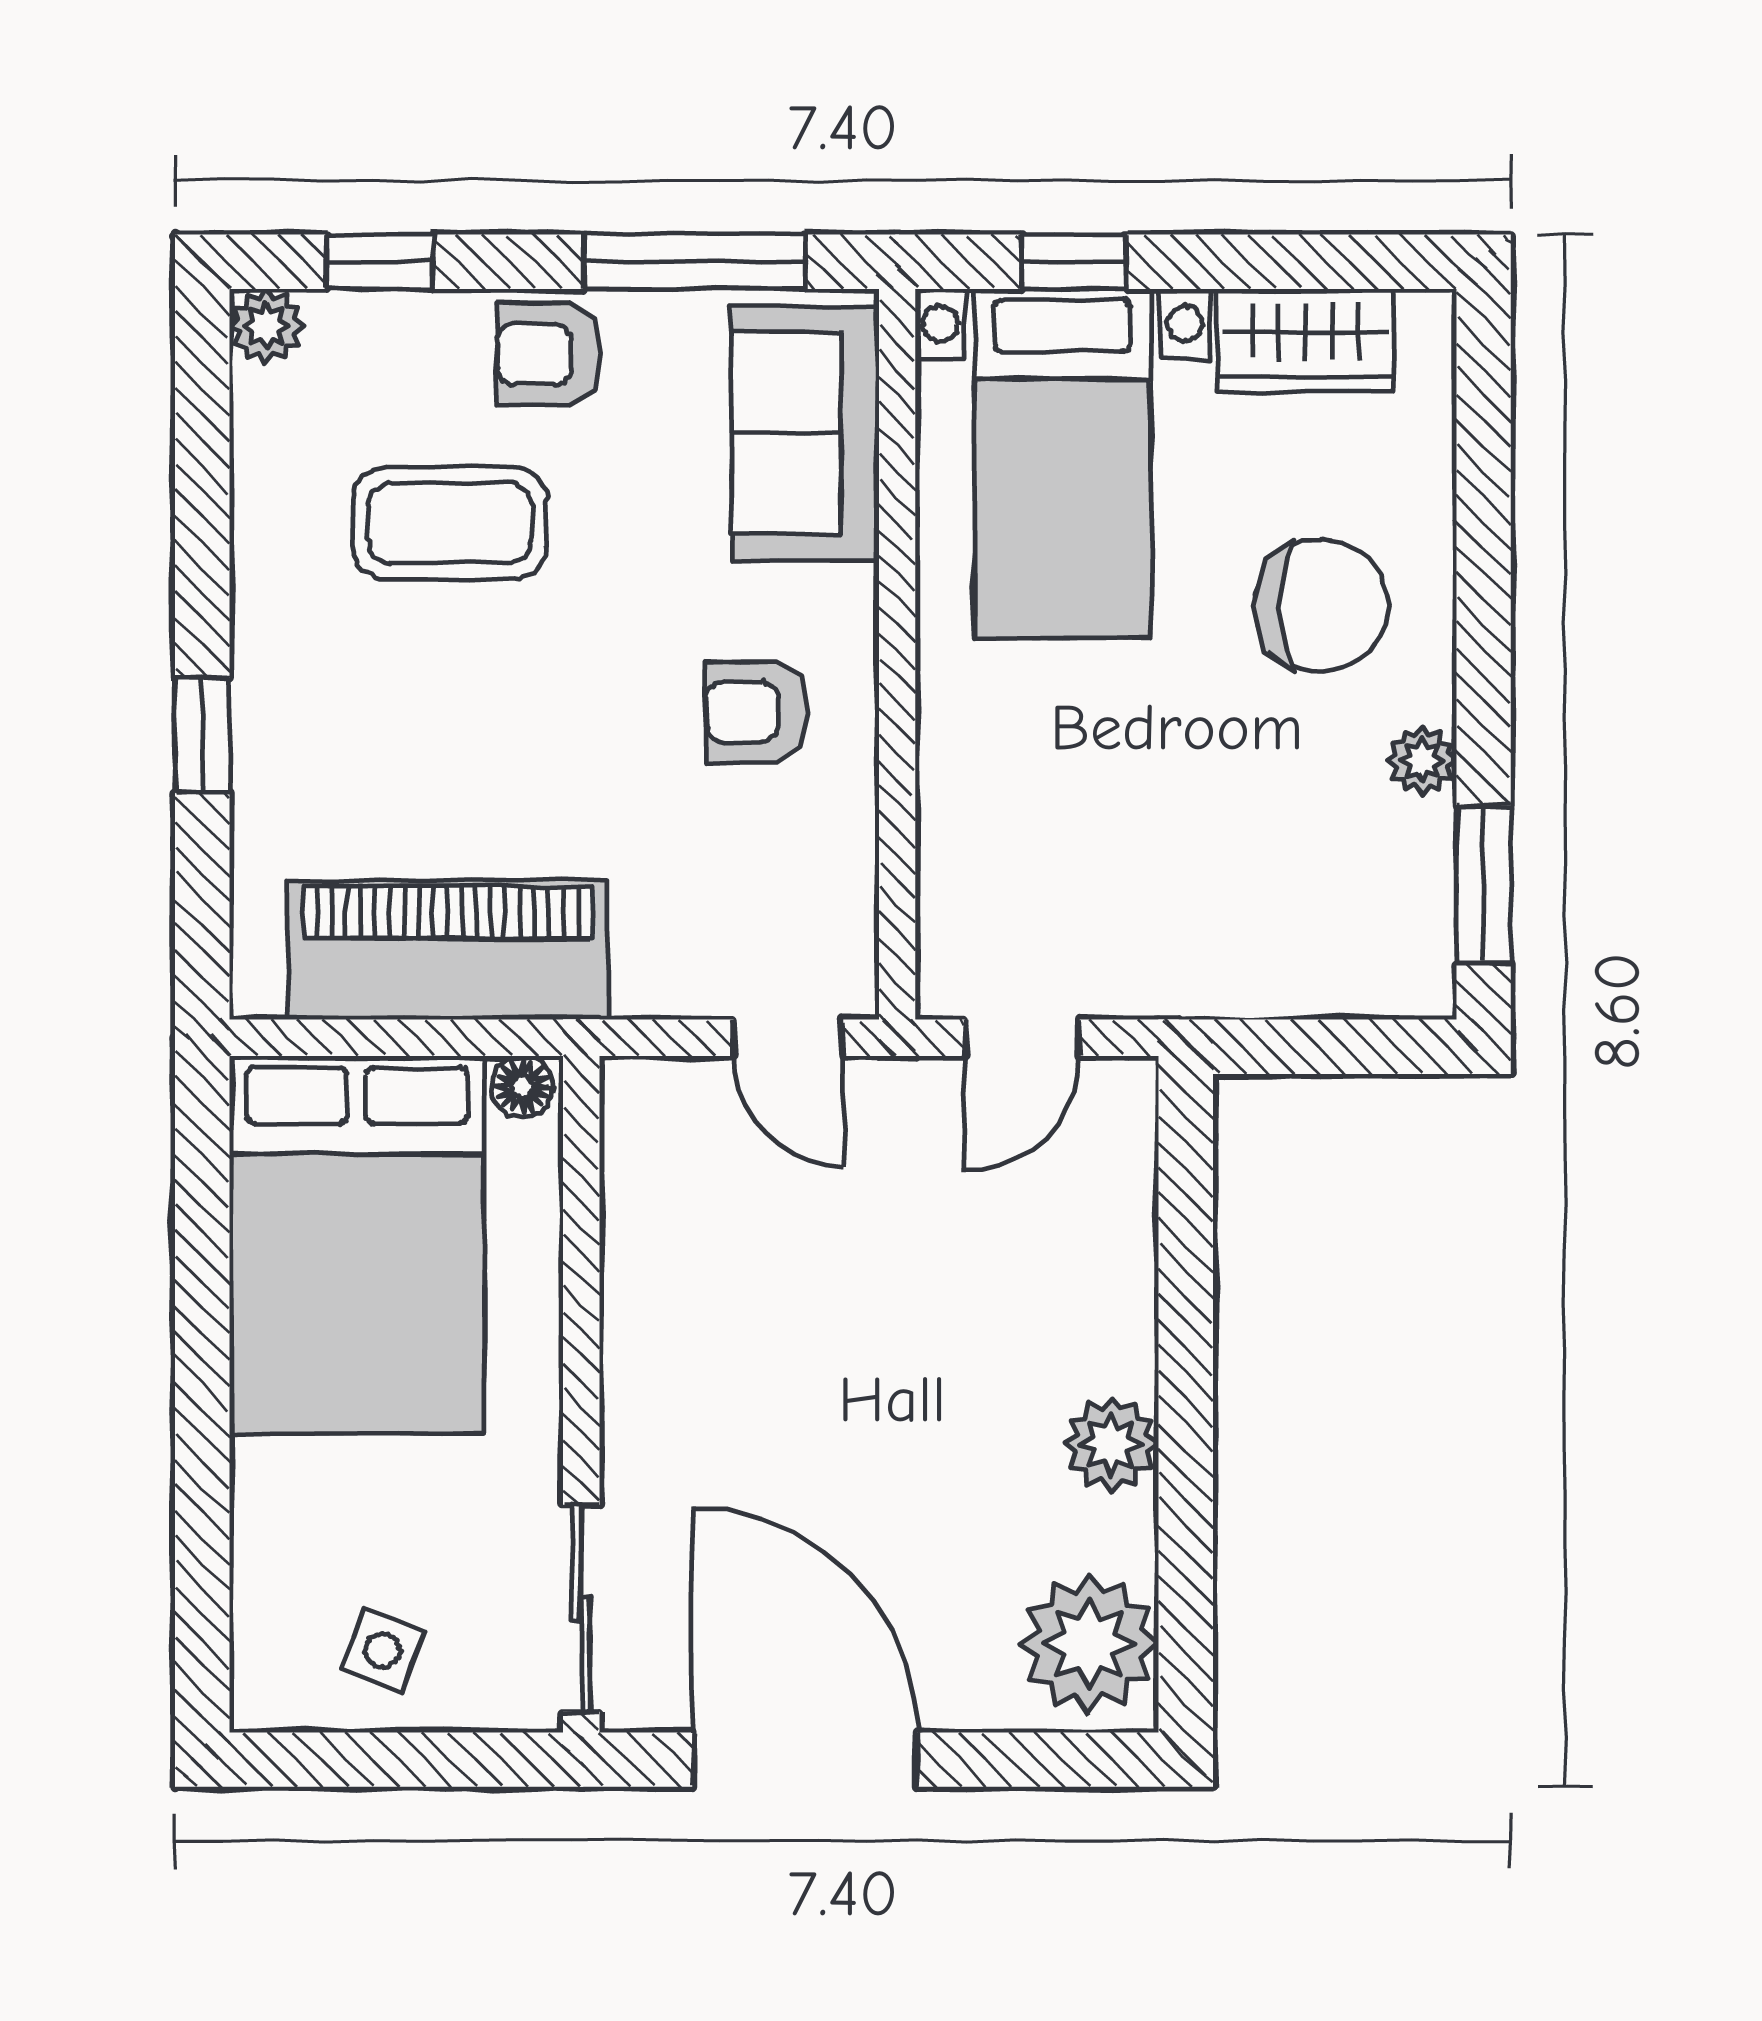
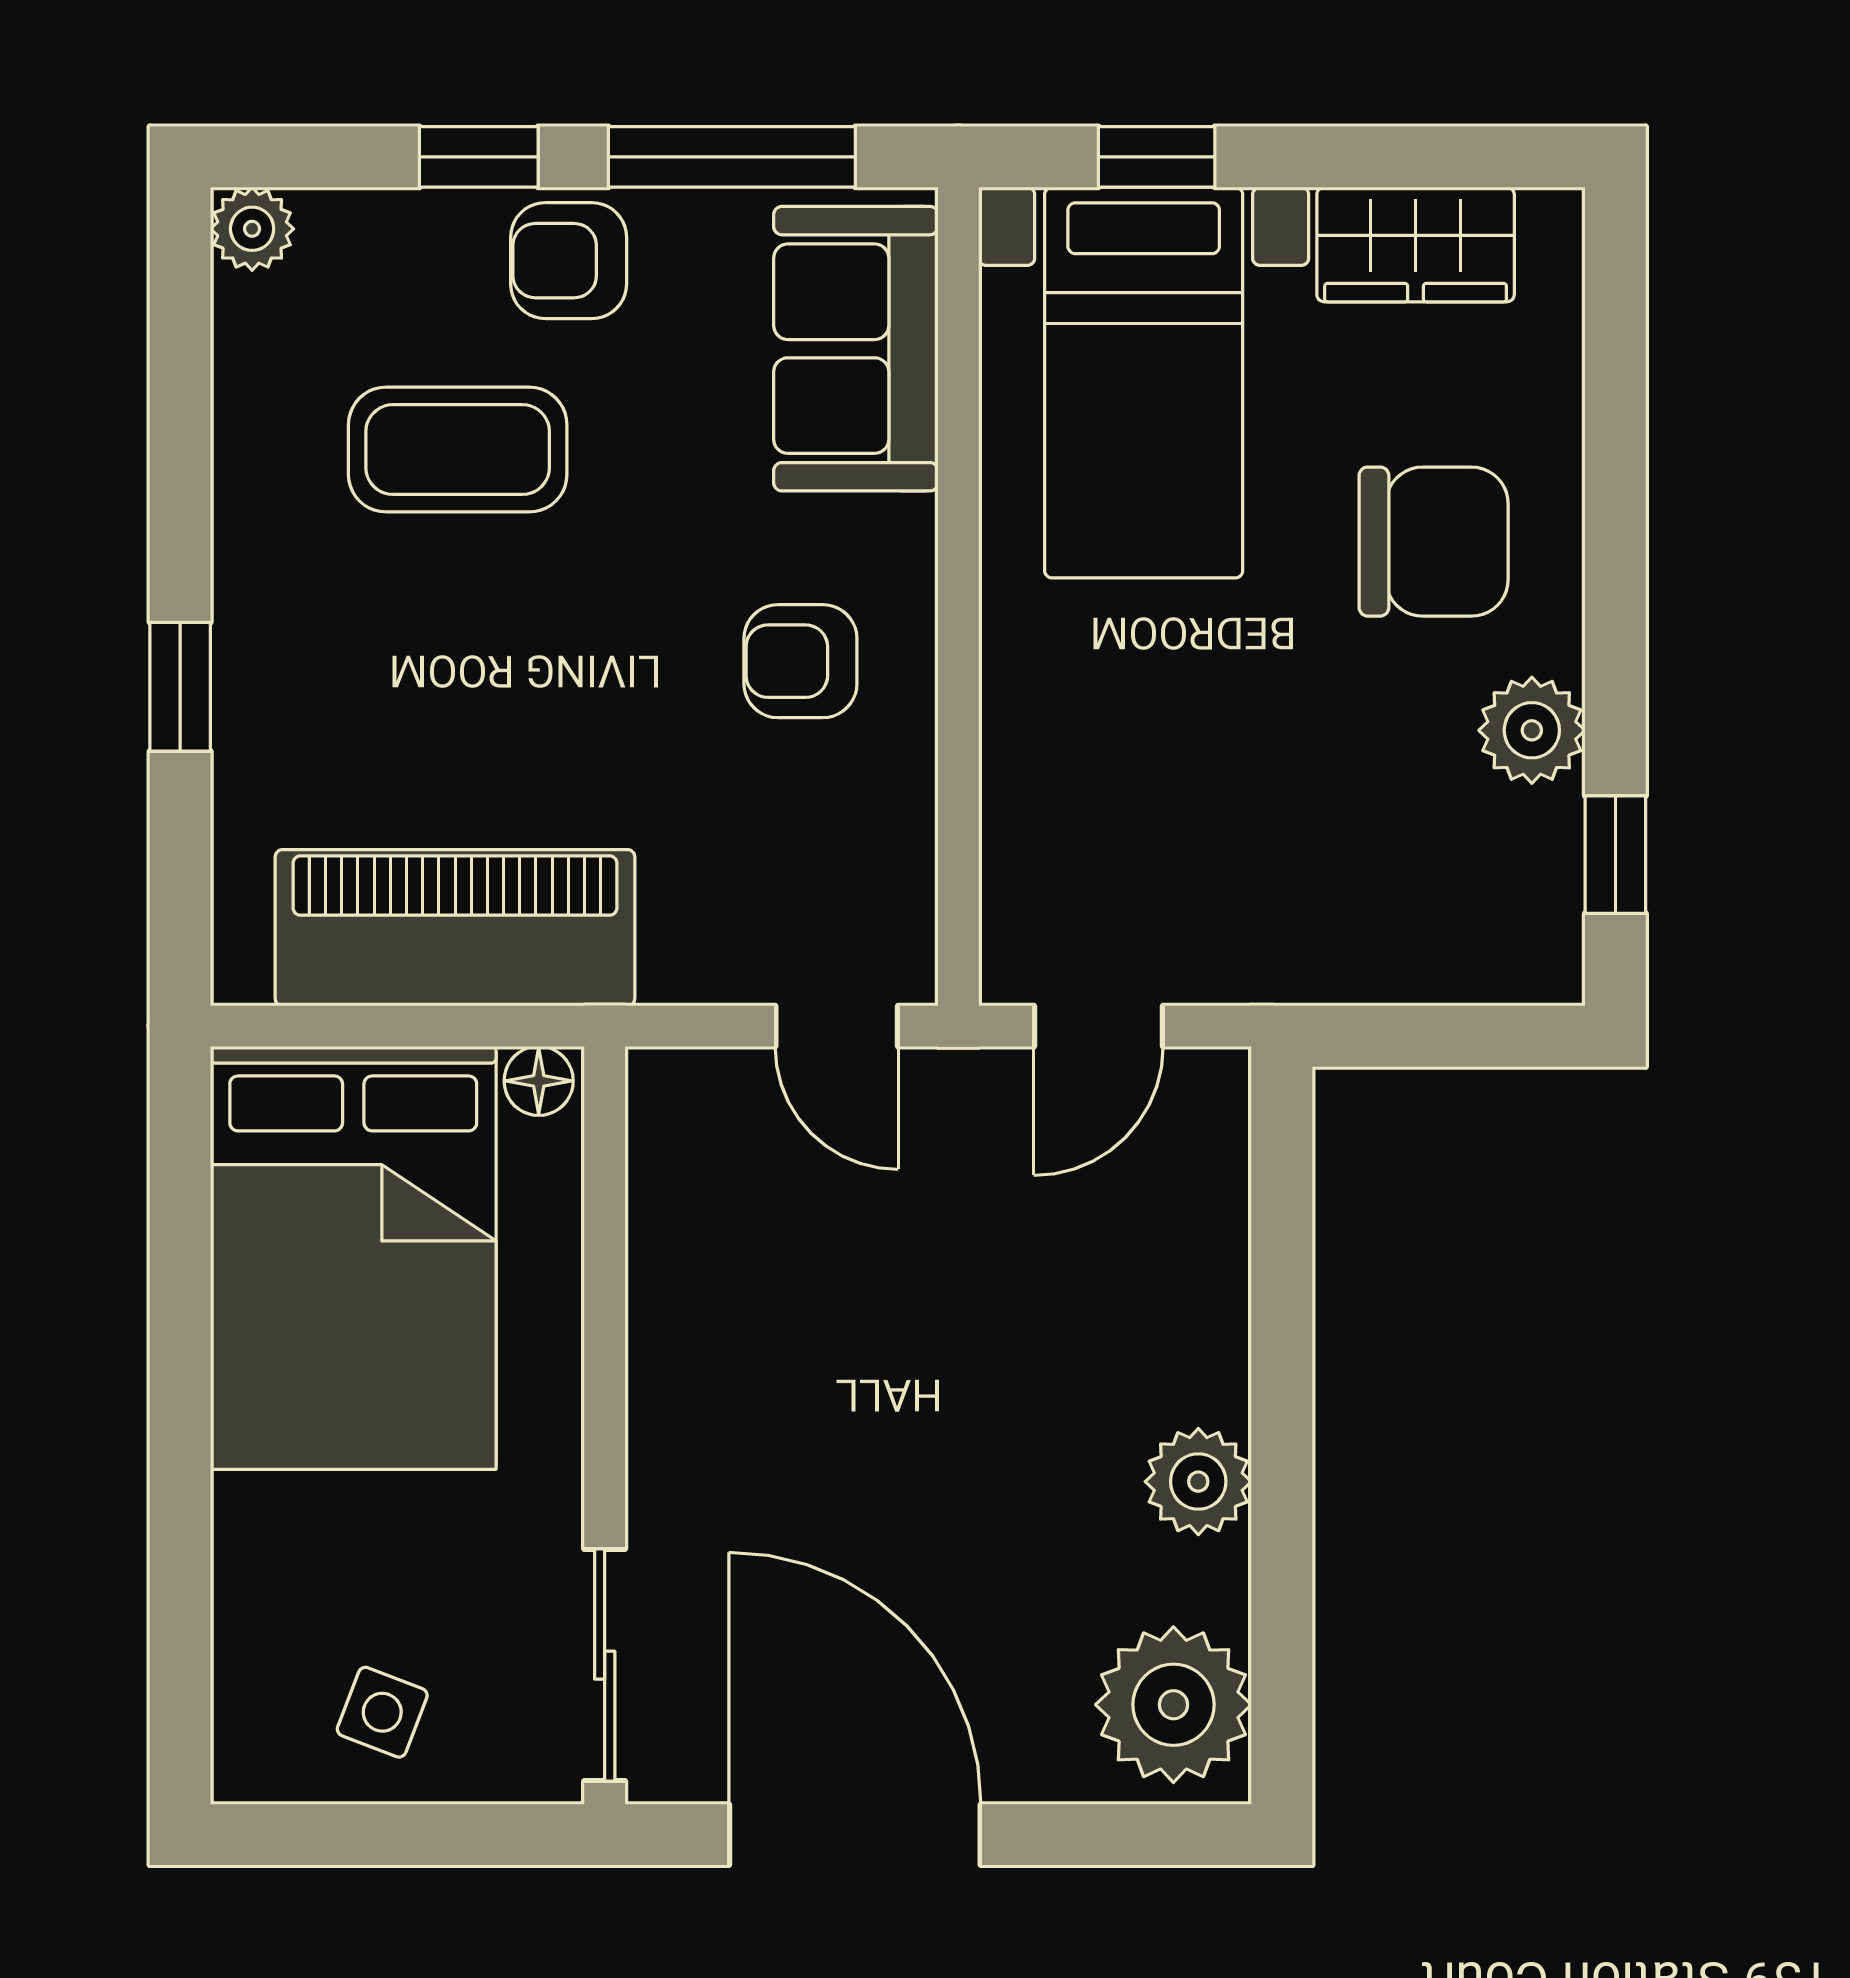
window: (380, 262) -> (479, 157), moved
plant: (1422, 761) -> (1532, 730), width x1.38, depth x1.38
window: (1484, 885) -> (1615, 855), width x0.67

